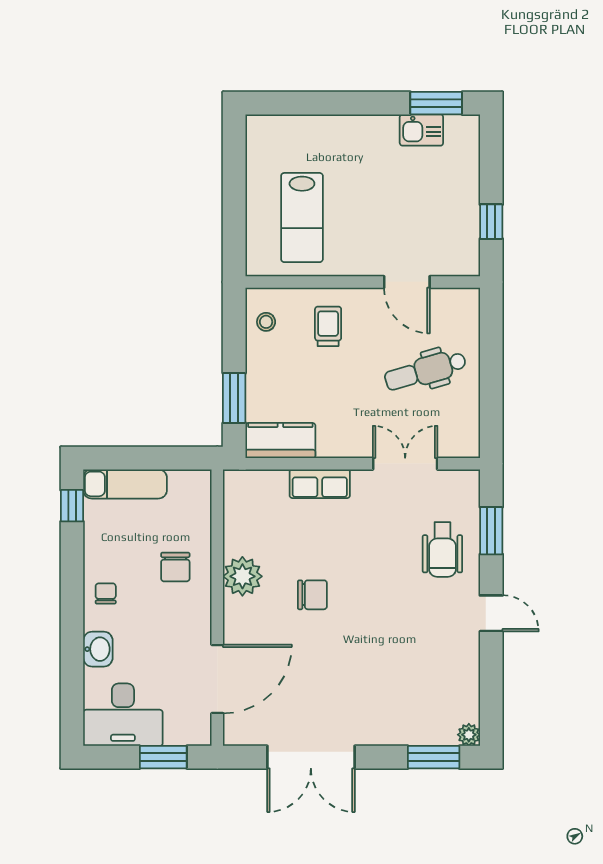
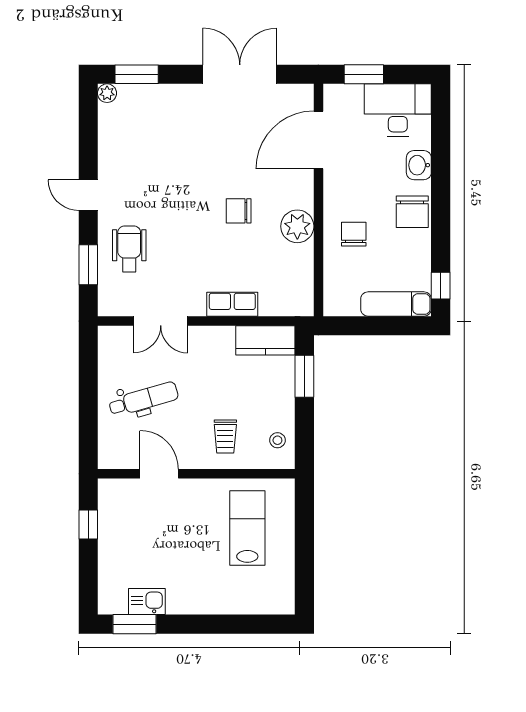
chair: (106, 594) -> (412, 212), width x1.87, depth x1.87

